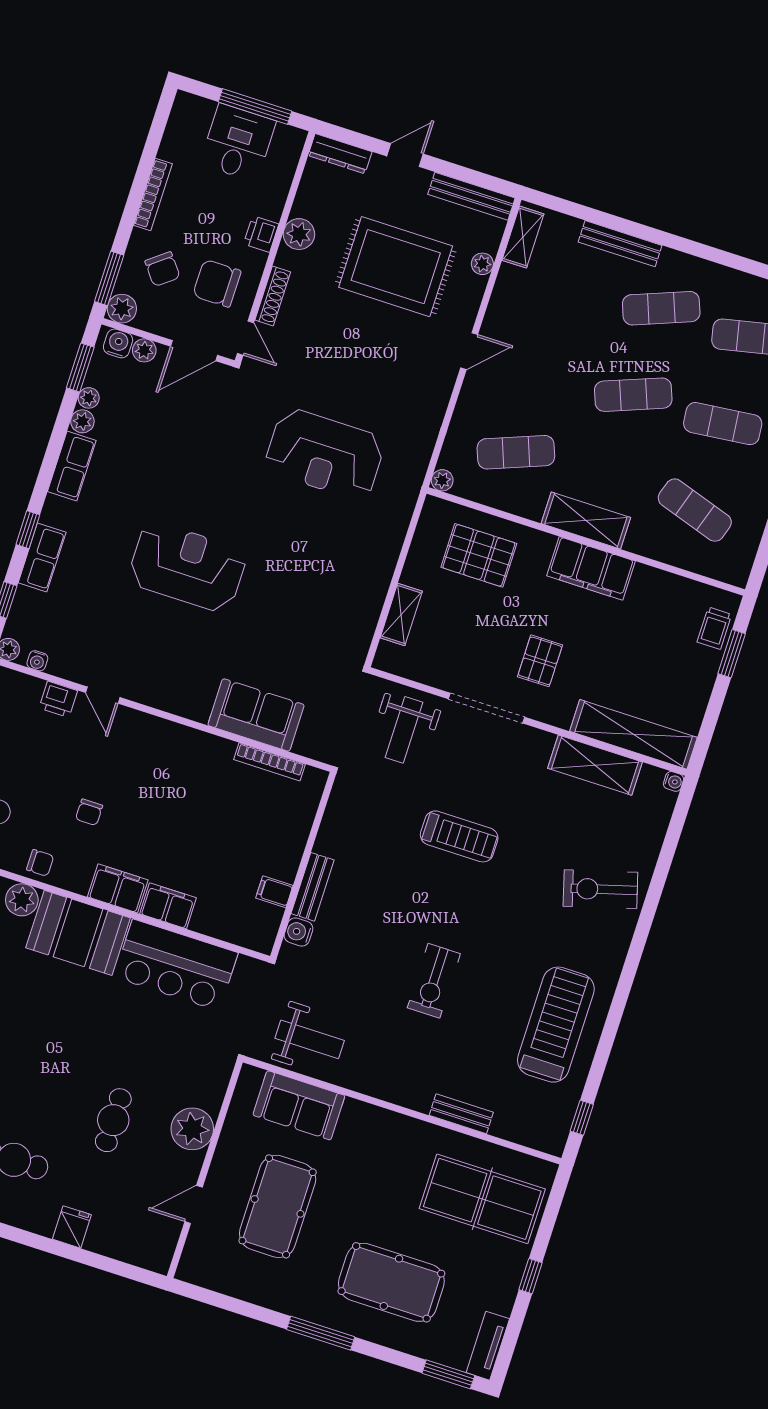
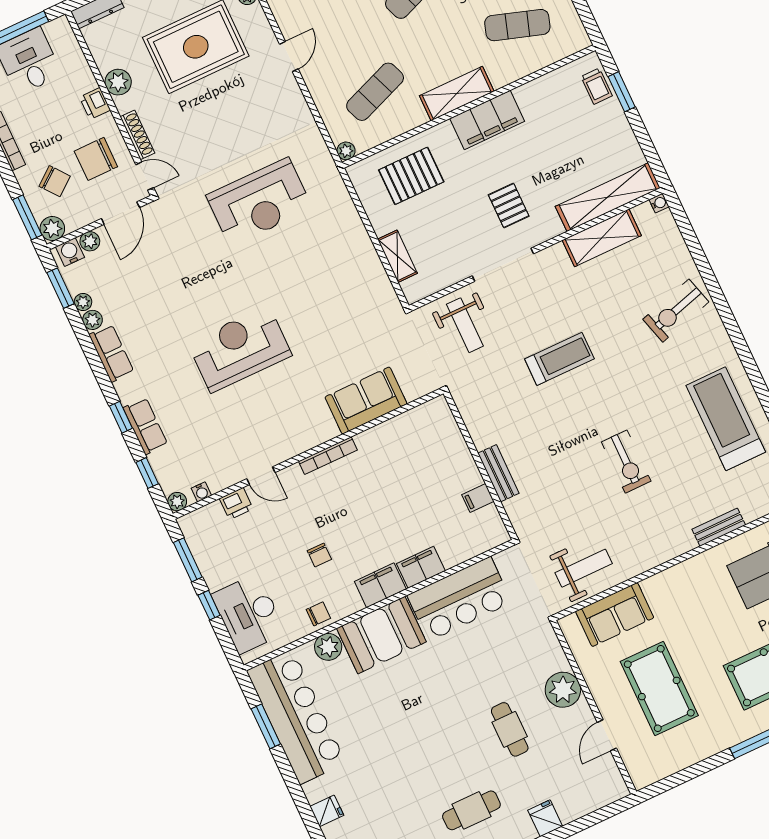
bookcase: (270, 762) -> (328, 456), moved
water cooler: (299, 932) -> (516, 509), removed

